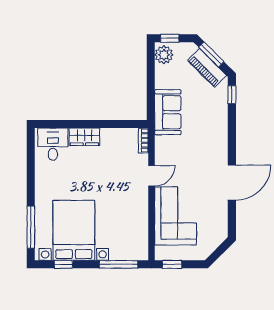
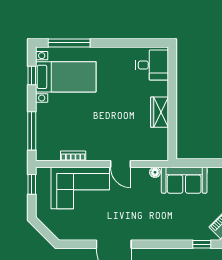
wardrobe: (84, 137) -> (160, 112), moved
bookcase: (144, 140) -> (73, 156), moved
floor lamp: (160, 141) -> (155, 172), added
bed with nightstands: (74, 230) -> (66, 77), width x0.73

